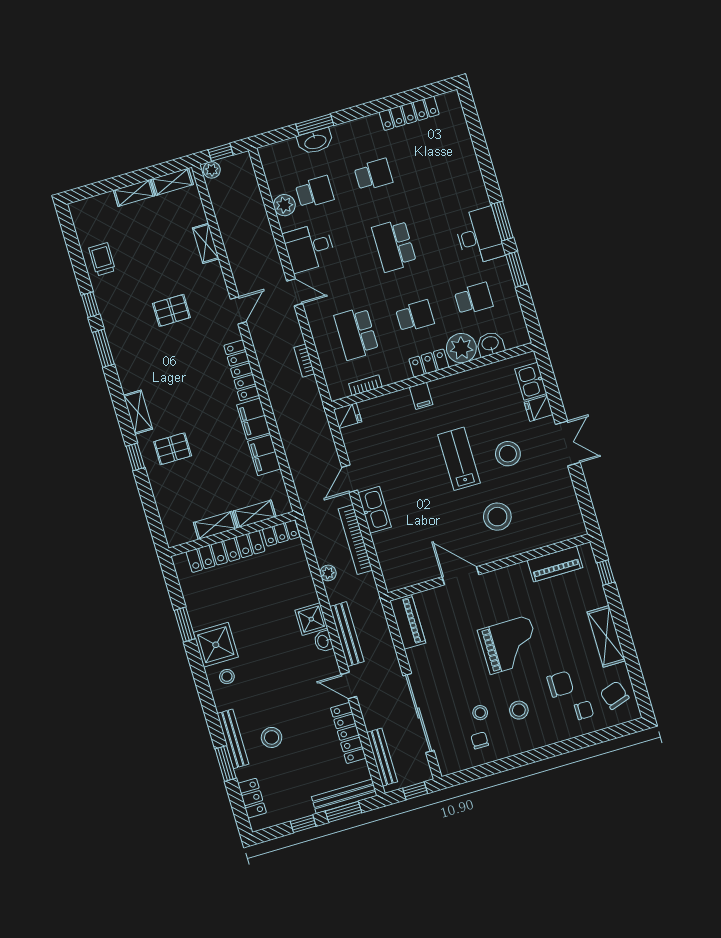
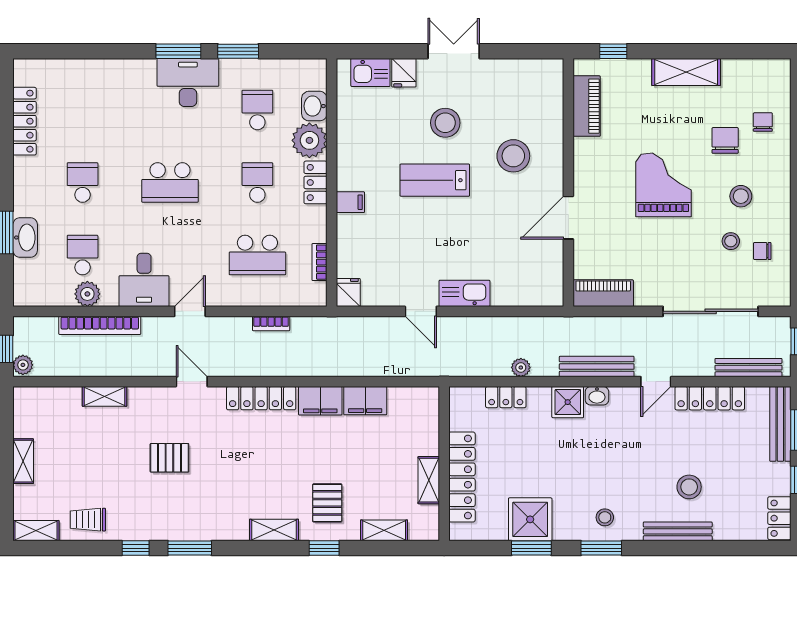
shelving: (172, 182) -> (36, 531), moved, turned 90
pallet: (171, 310) -> (169, 458), turned 90
shelving: (255, 514) -> (384, 530), moved, turned 90
locker: (281, 533) -> (506, 397), moved, turned 90
bookcase: (355, 540) -> (100, 325), moved
shower: (216, 645) -> (530, 519), moved
chair: (615, 695) -> (756, 82), removed
window: (226, 764) -> (601, 548), moved
locker: (252, 798) -> (779, 518), moved, turned -90

